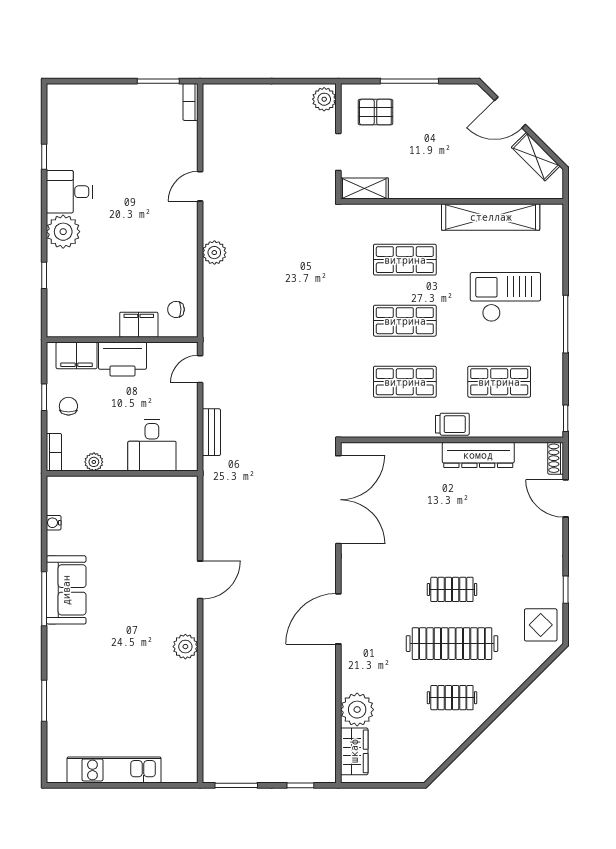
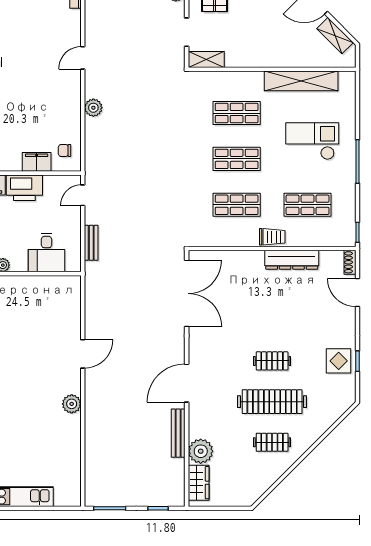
display table: (541, 625) -> (339, 361), moved
bench: (327, 686) -> (178, 433), added

